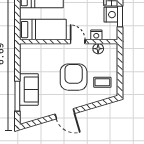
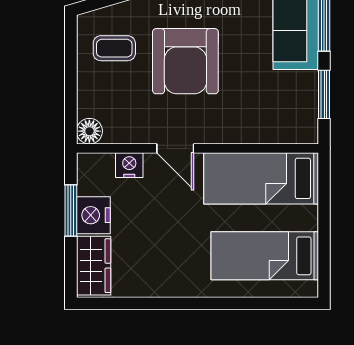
floor lamp: (98, 49) -> (89, 131), moved
window: (17, 64) -> (324, 94), added

